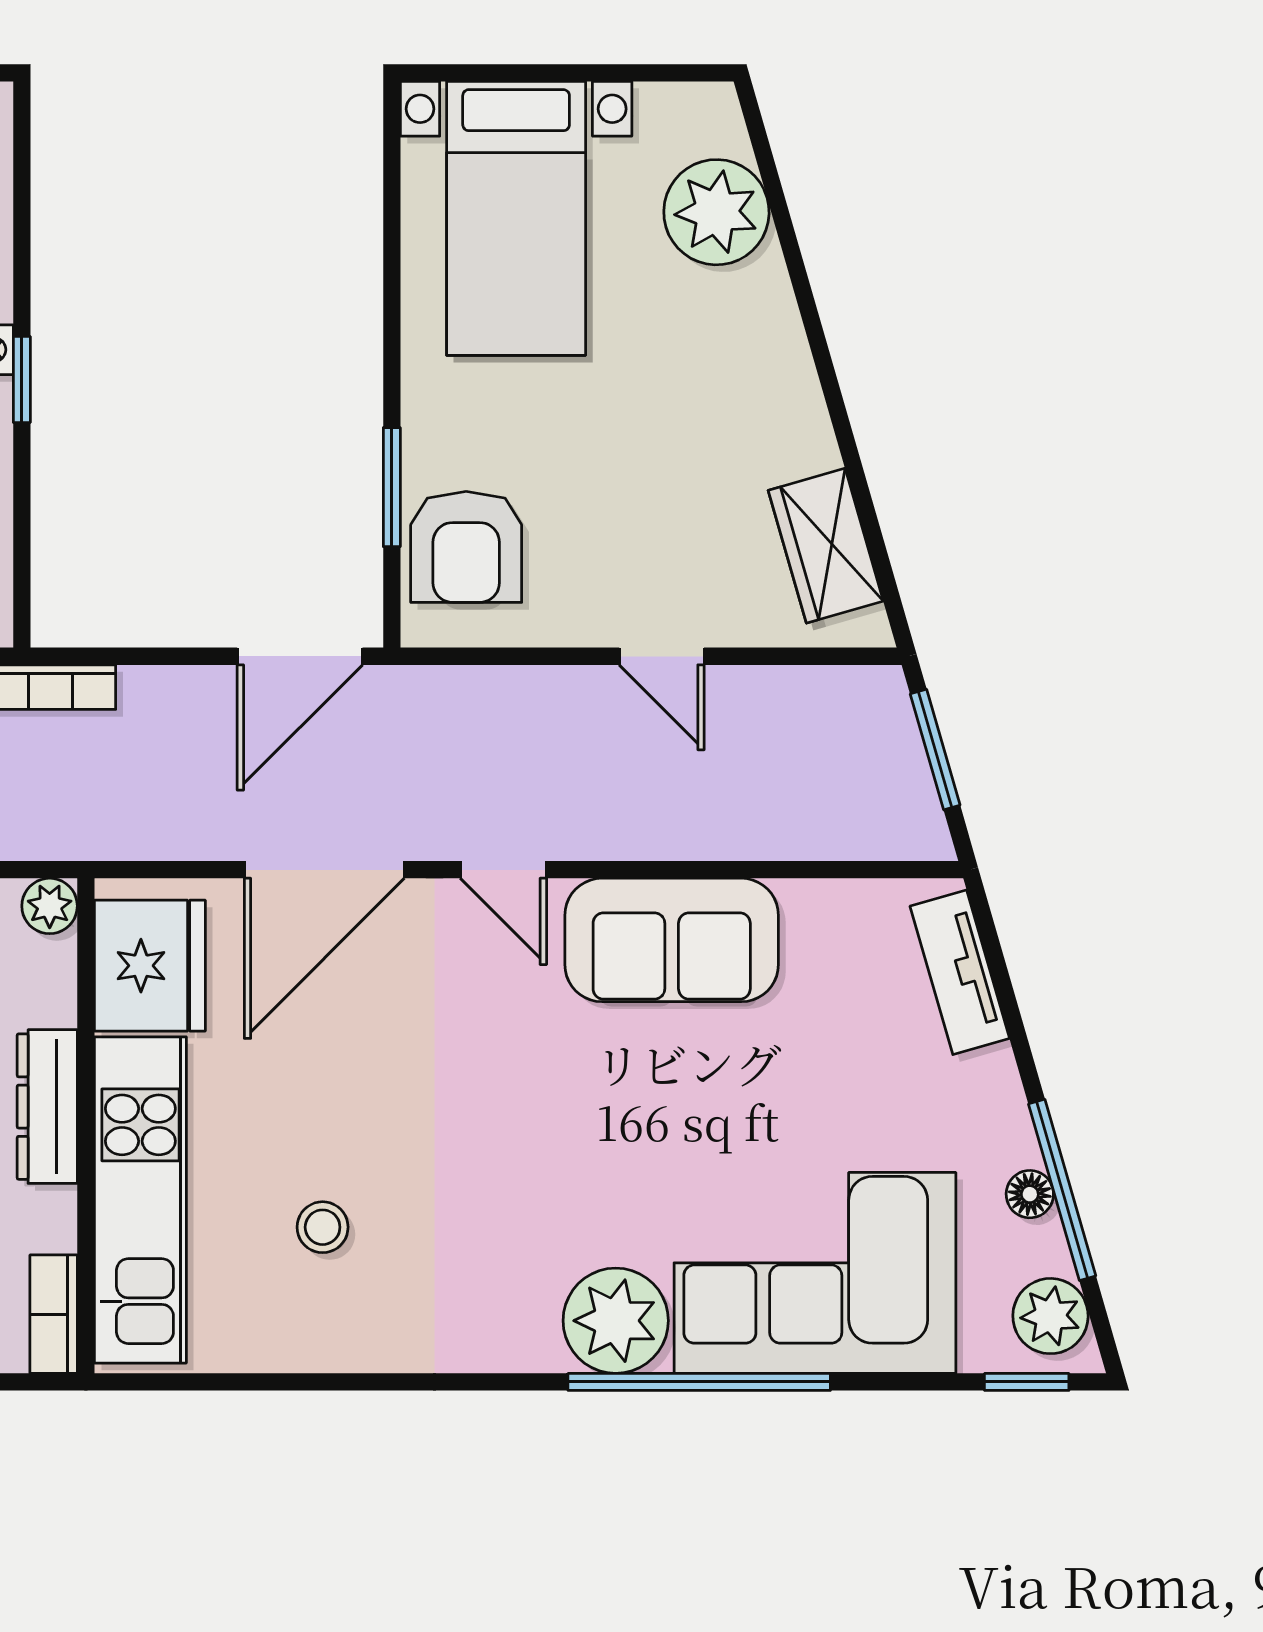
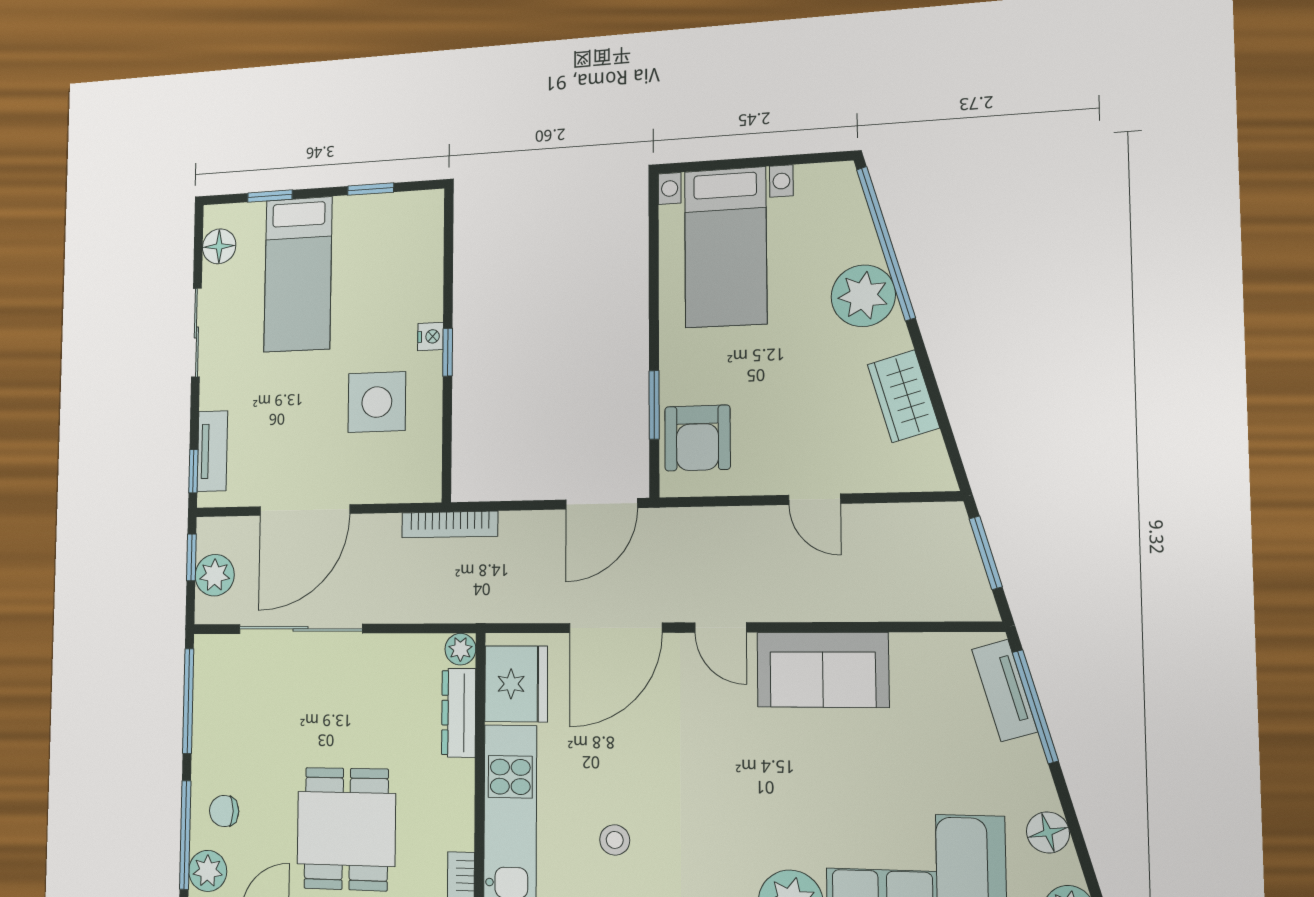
plant: (716, 212) -> (863, 296), moved
window: (784, 227) -> (886, 243), added
wardrobe: (826, 546) -> (903, 396), moved
dresser: (47, 1107) -> (459, 713), moved
window: (1062, 1190) -> (1035, 707), moved
floor lamp: (1030, 1194) -> (1048, 832), width x1.37, depth x1.37

